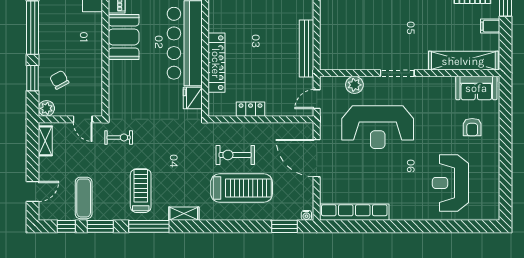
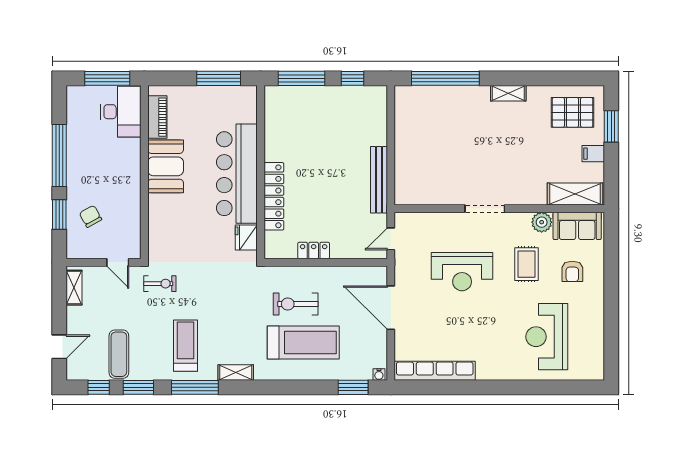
shelving: (463, 61) -> (575, 194), width x0.68
plant: (354, 85) -> (542, 222), moved
plant: (46, 108) -> (75, 250), removed
rug: (433, 121) -> (527, 264), added
reception desk: (378, 127) -> (462, 272), width x0.74, depth x0.77

